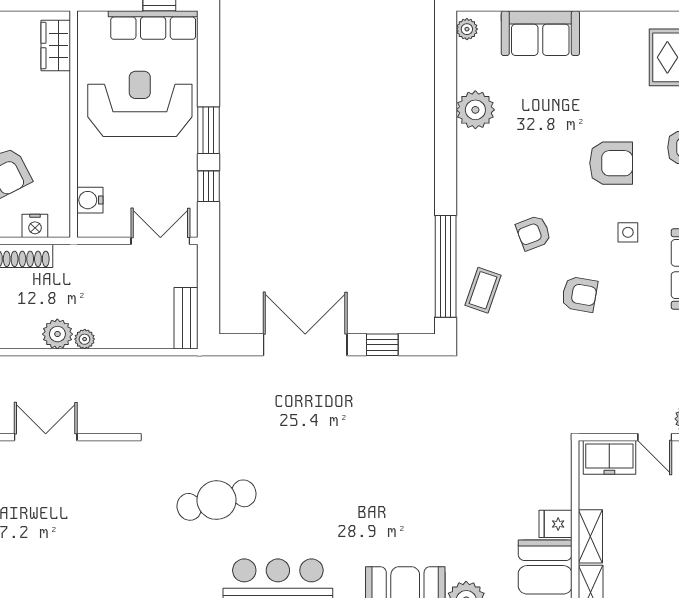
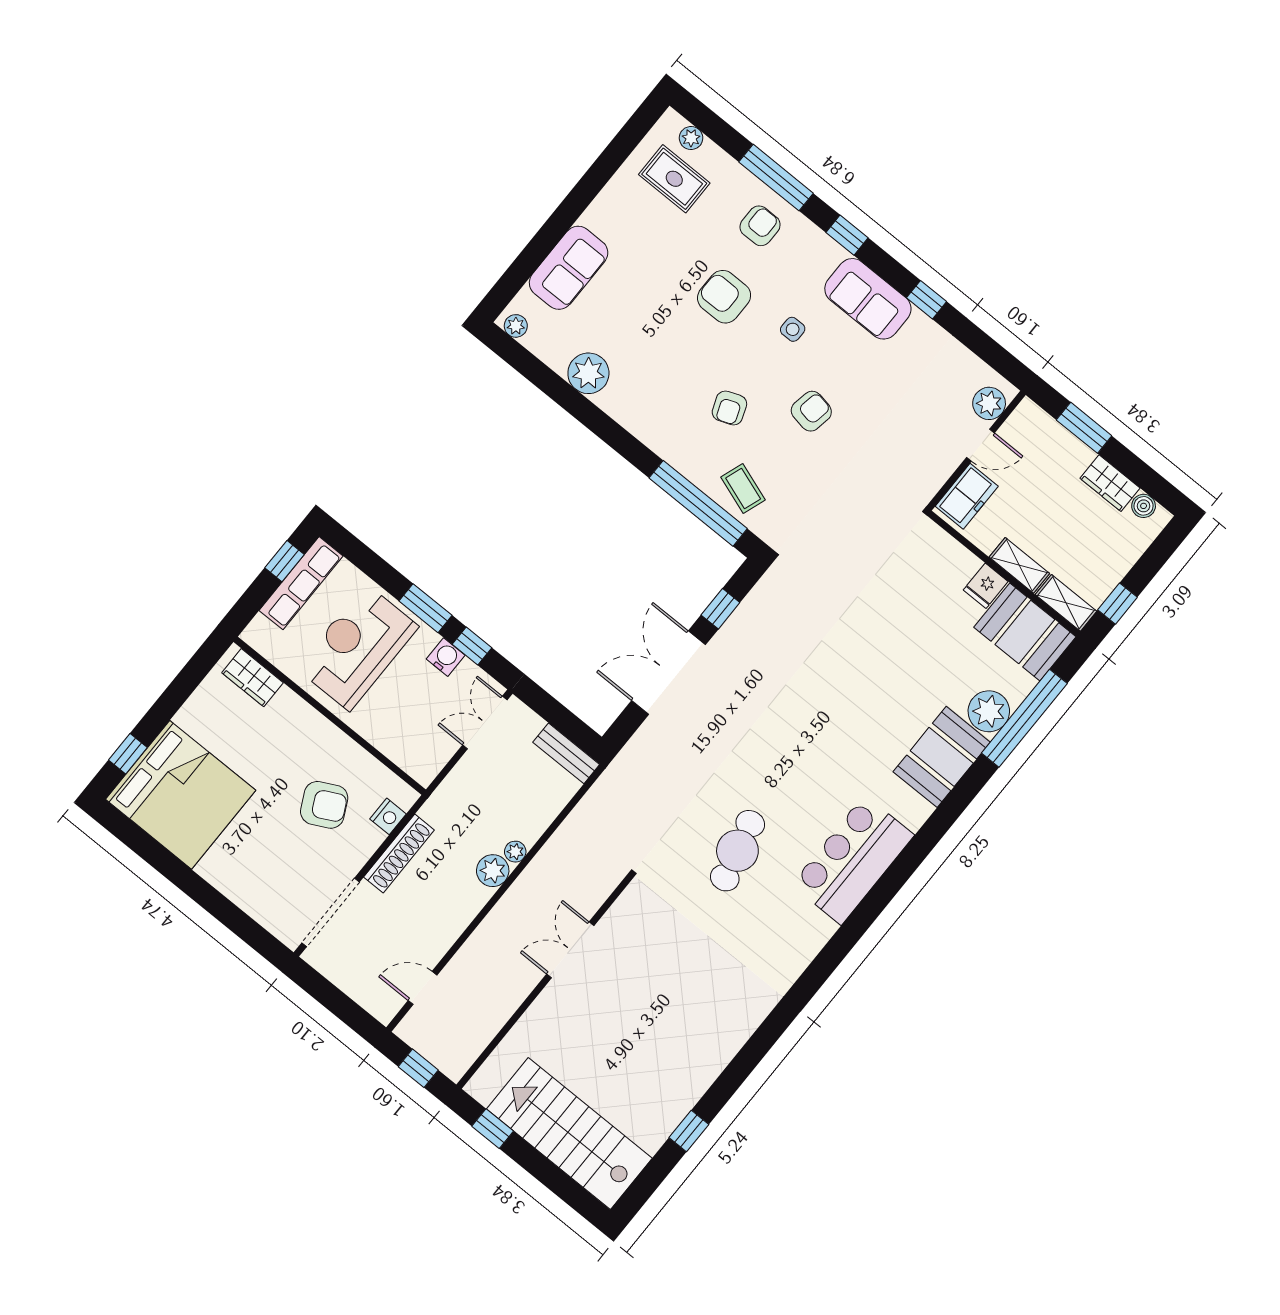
armchair: (611, 163) -> (724, 297), turned -90
water cooler: (90, 200) -> (446, 657), moved, turned 180

